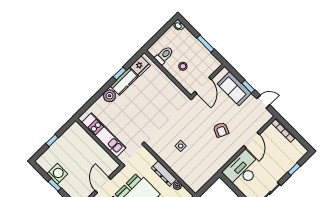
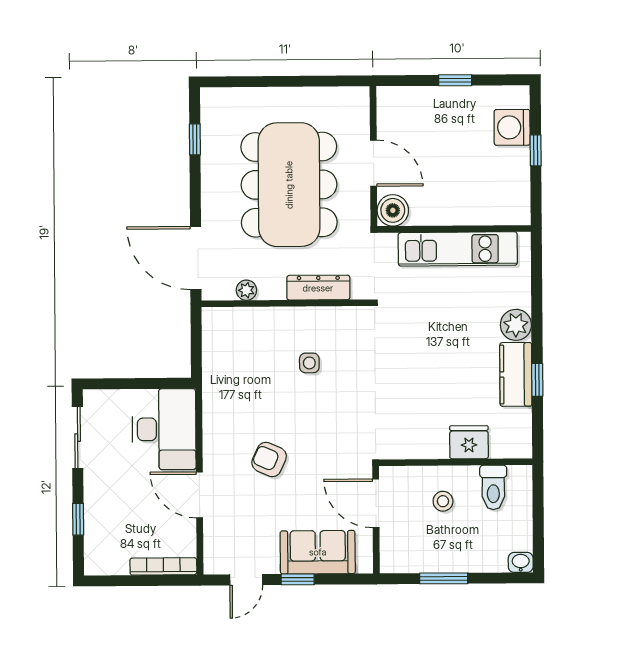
fridge: (140, 66) -> (469, 442), moved, turned 90
boiler: (111, 165) -> (393, 210), added
dresser: (164, 173) -> (318, 288), moved
washing machine: (57, 174) -> (512, 127), moved, turned 90

